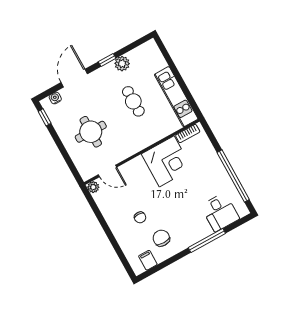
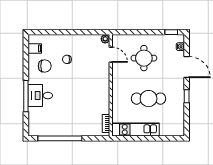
plant: (122, 64) -> (179, 105), removed
cafe table: (133, 101) -> (149, 99), width x1.37, depth x1.35
corner desk: (167, 161) -> (95, 99), removed
door: (108, 171) -> (111, 55), swing flipped
desk: (220, 212) -> (40, 96), moved

